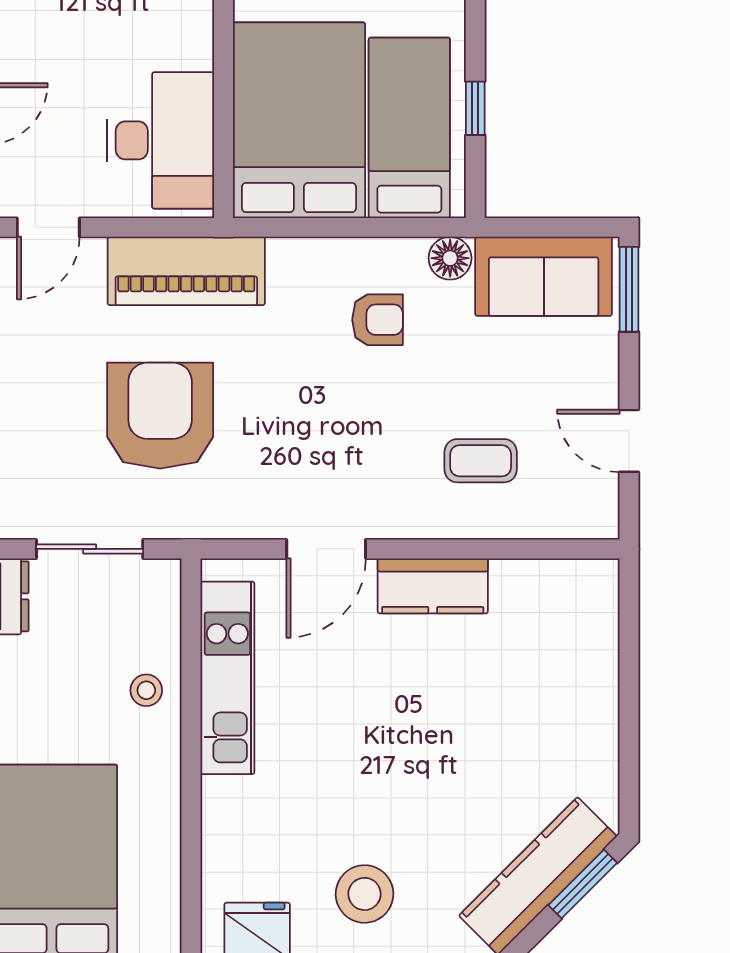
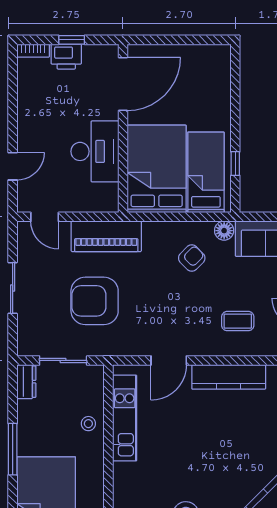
desk: (161, 140) -> (95, 151), moved
door: (48, 227) -> (45, 217), hinge flipped
armchair: (378, 320) -> (192, 258), turned -45
armchair: (160, 416) -> (95, 301), turned -90
kitchen counter: (433, 586) -> (229, 377), width x1.50

